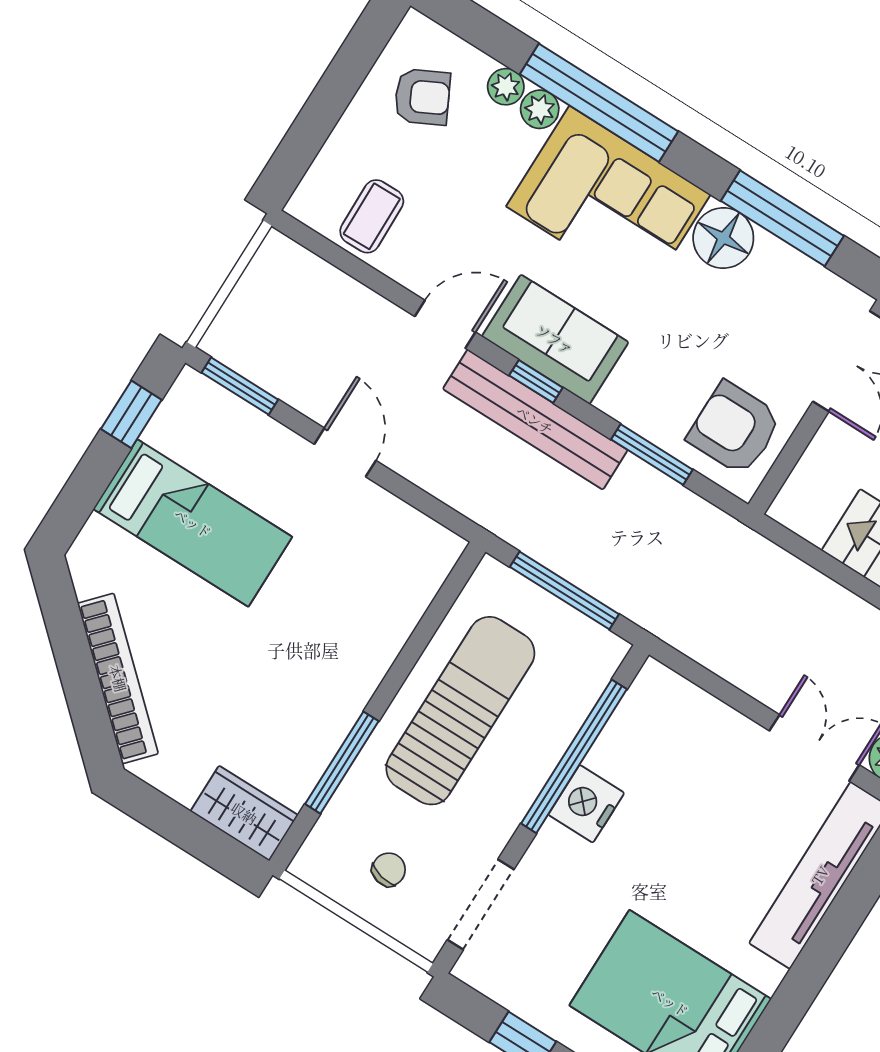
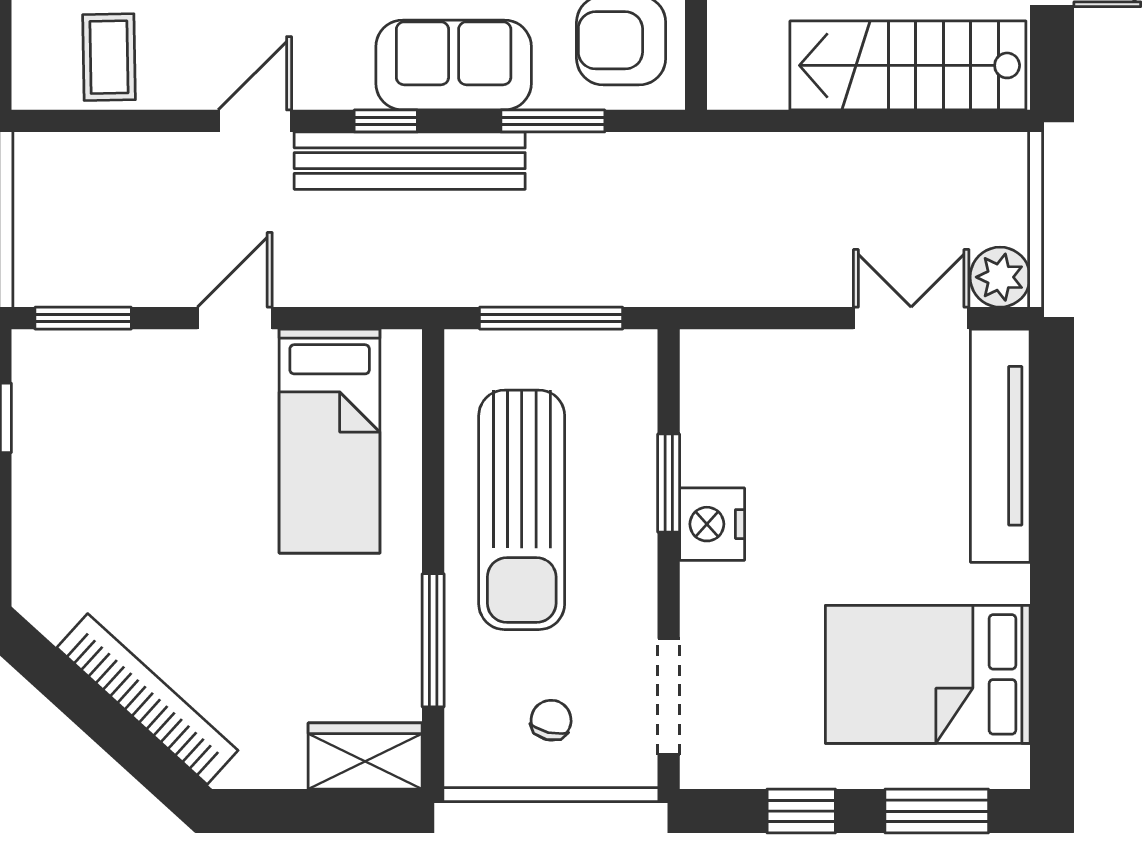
sofa: (555, 339) -> (454, 65), moved
door: (345, 452) -> (235, 318), hinge flipped
bed: (193, 523) -> (330, 441), moved, turned 90
sun lounger: (460, 711) -> (522, 510), turned 180
window: (574, 756) -> (669, 483), width x0.47

